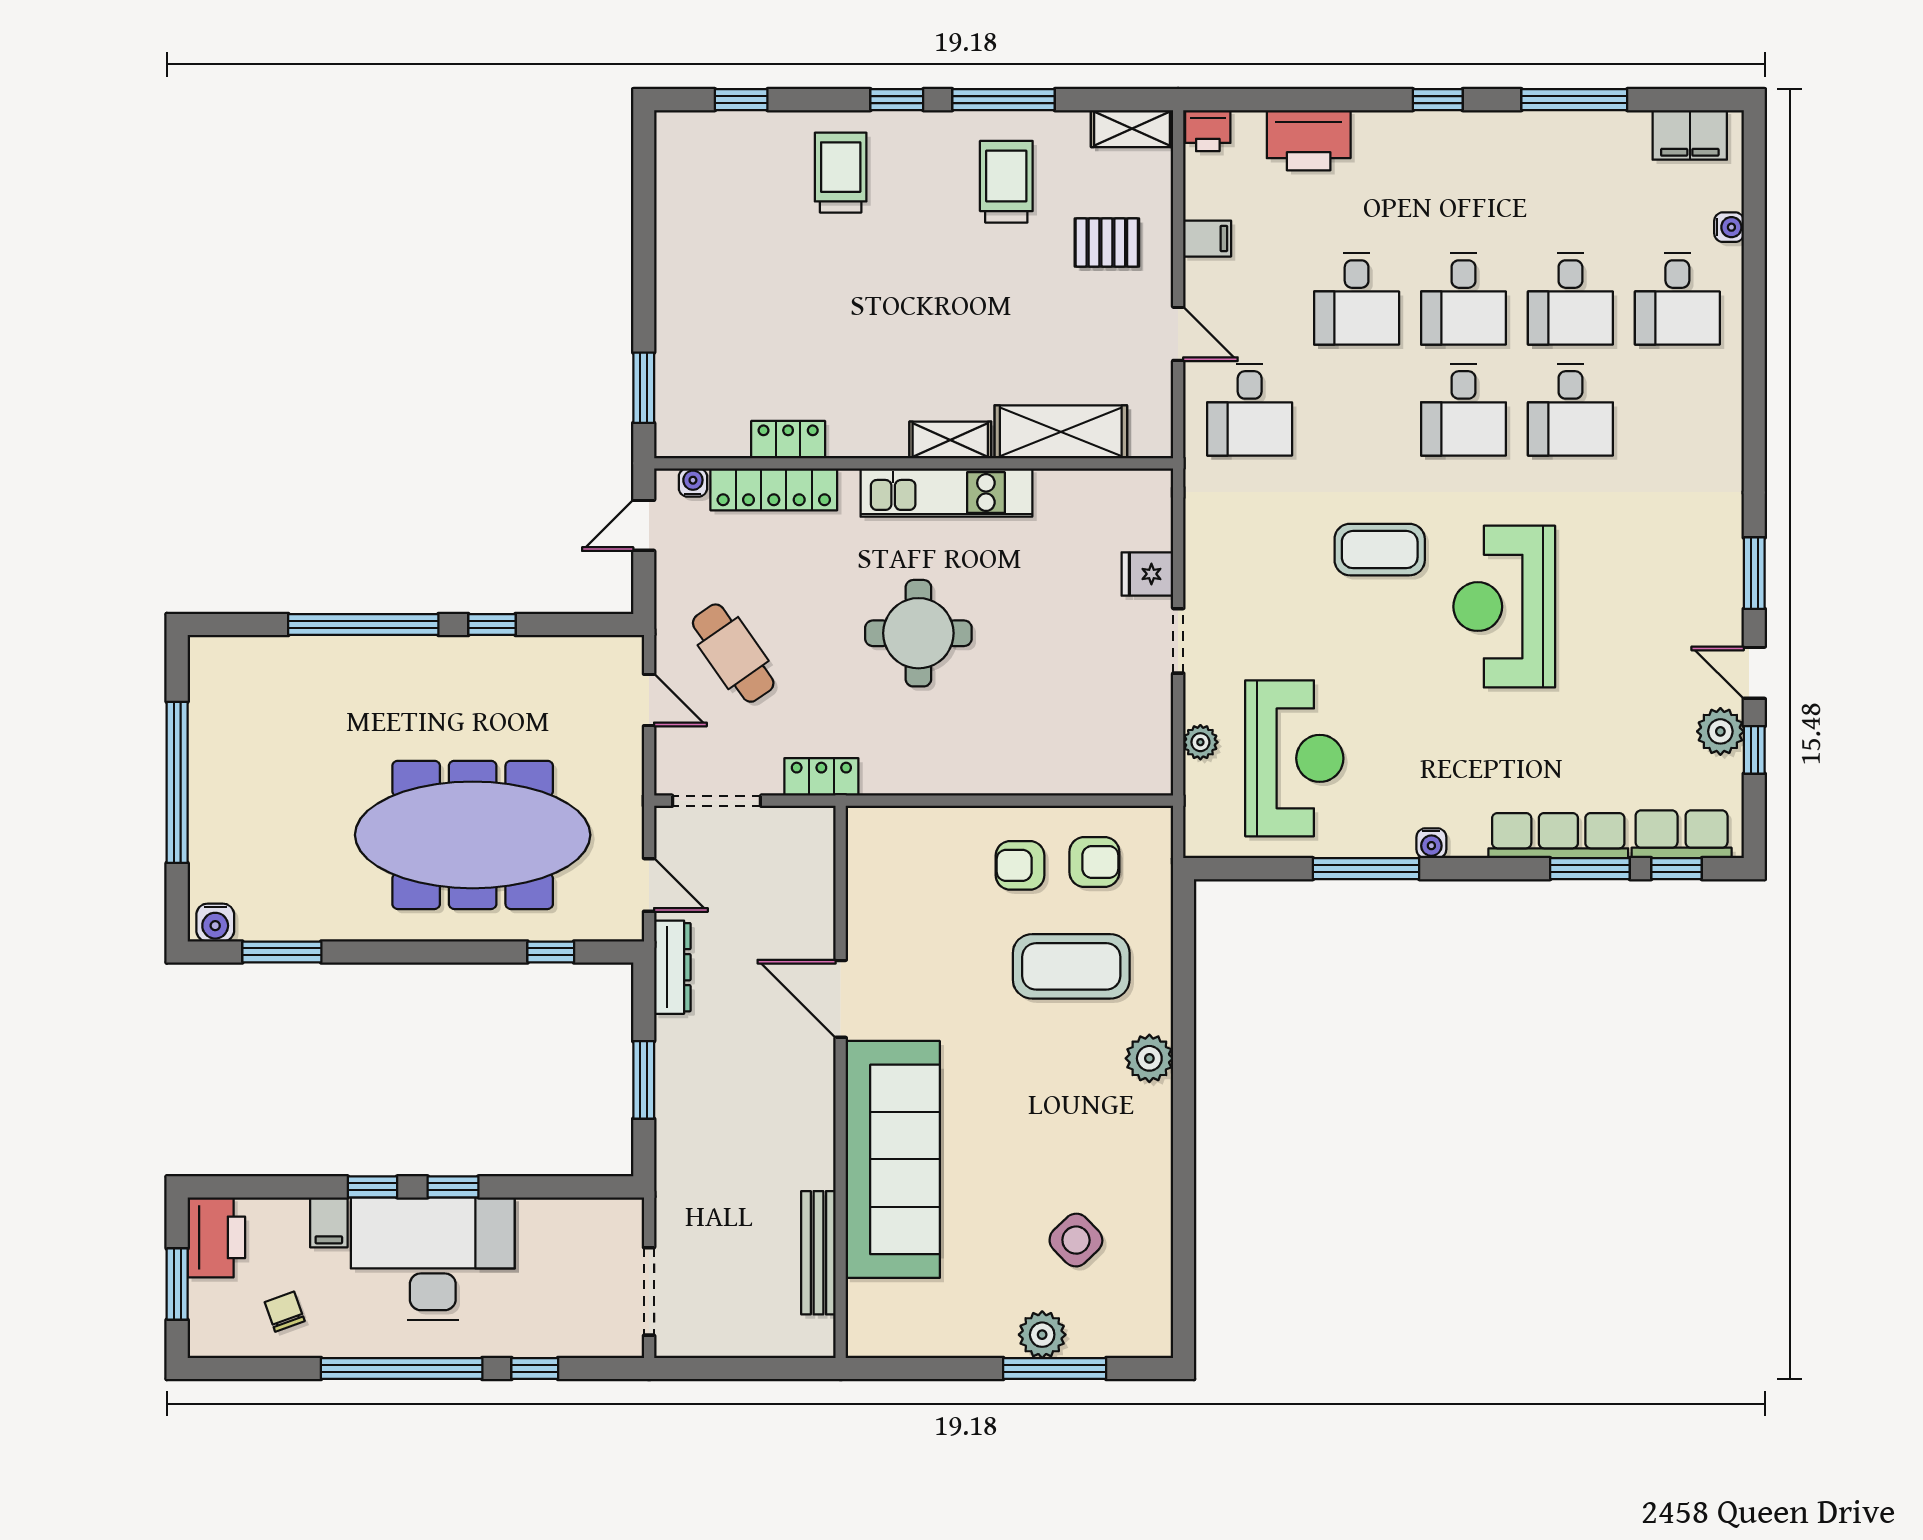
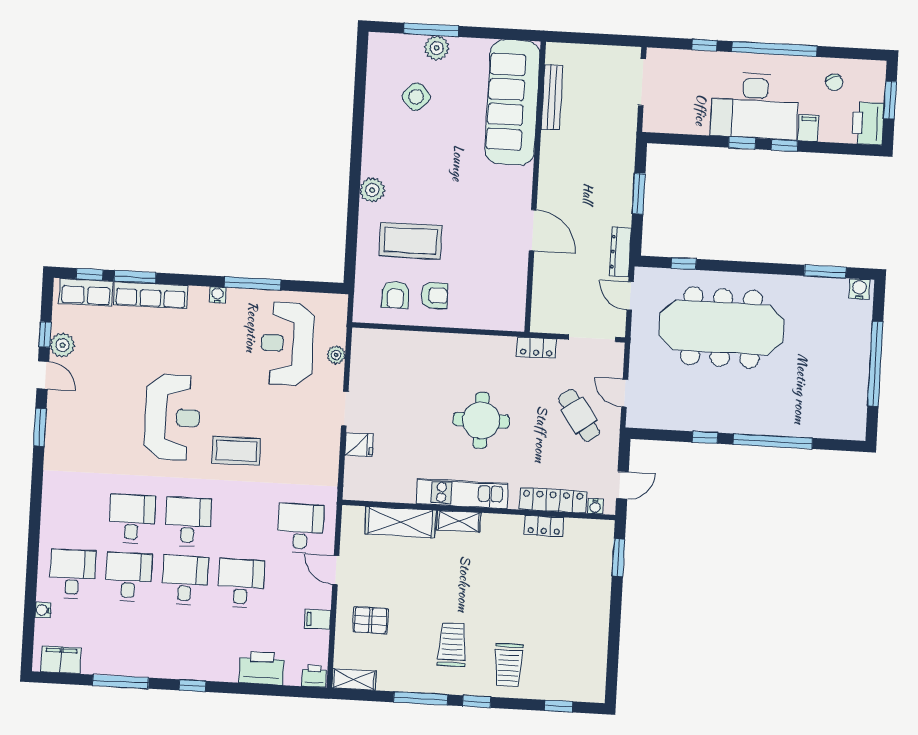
trolley: (1006, 182) -> (452, 645), moved, turned 180
armchair: (1094, 862) -> (395, 295), turned -90
sofa: (893, 1159) -> (512, 102), moved

